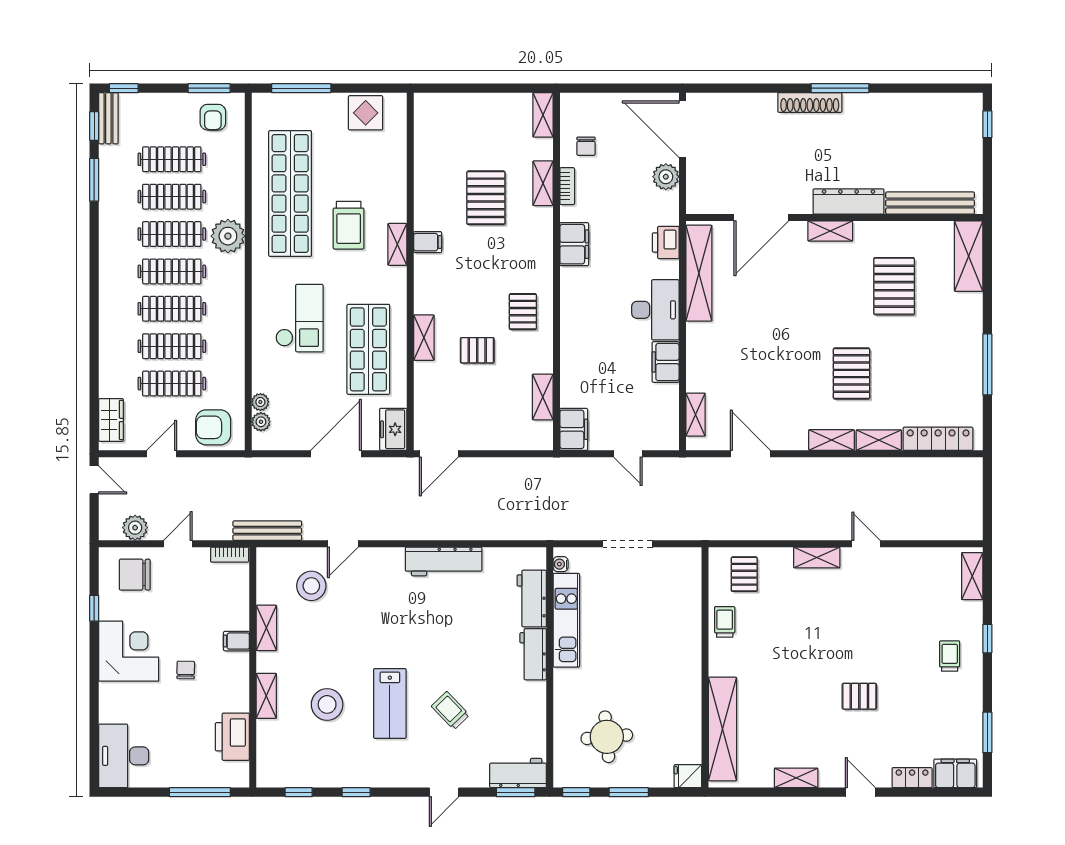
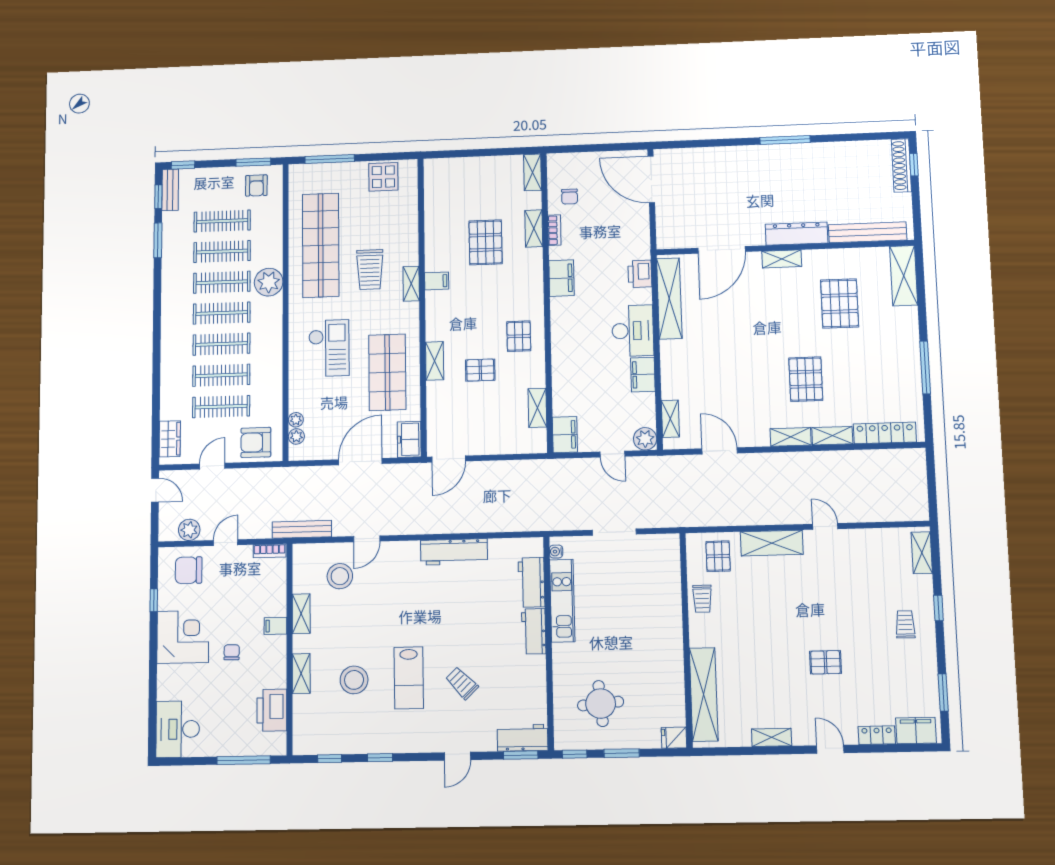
shoe rack: (810, 102) -> (901, 165), moved, turned 90
plant: (666, 177) -> (645, 439), moved
shelving: (817, 557) -> (772, 543), width x1.50, depth x1.33
trolley: (725, 622) -> (702, 599), turned 180

